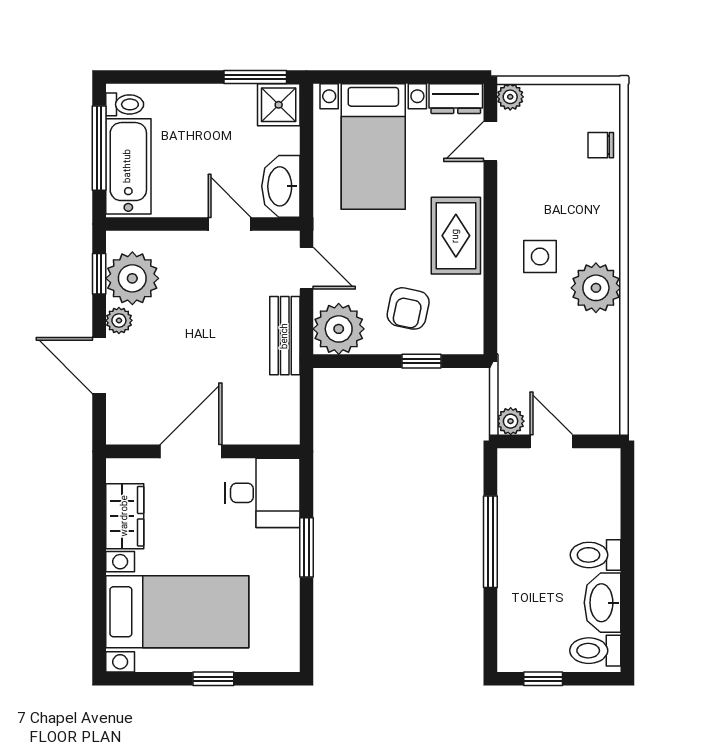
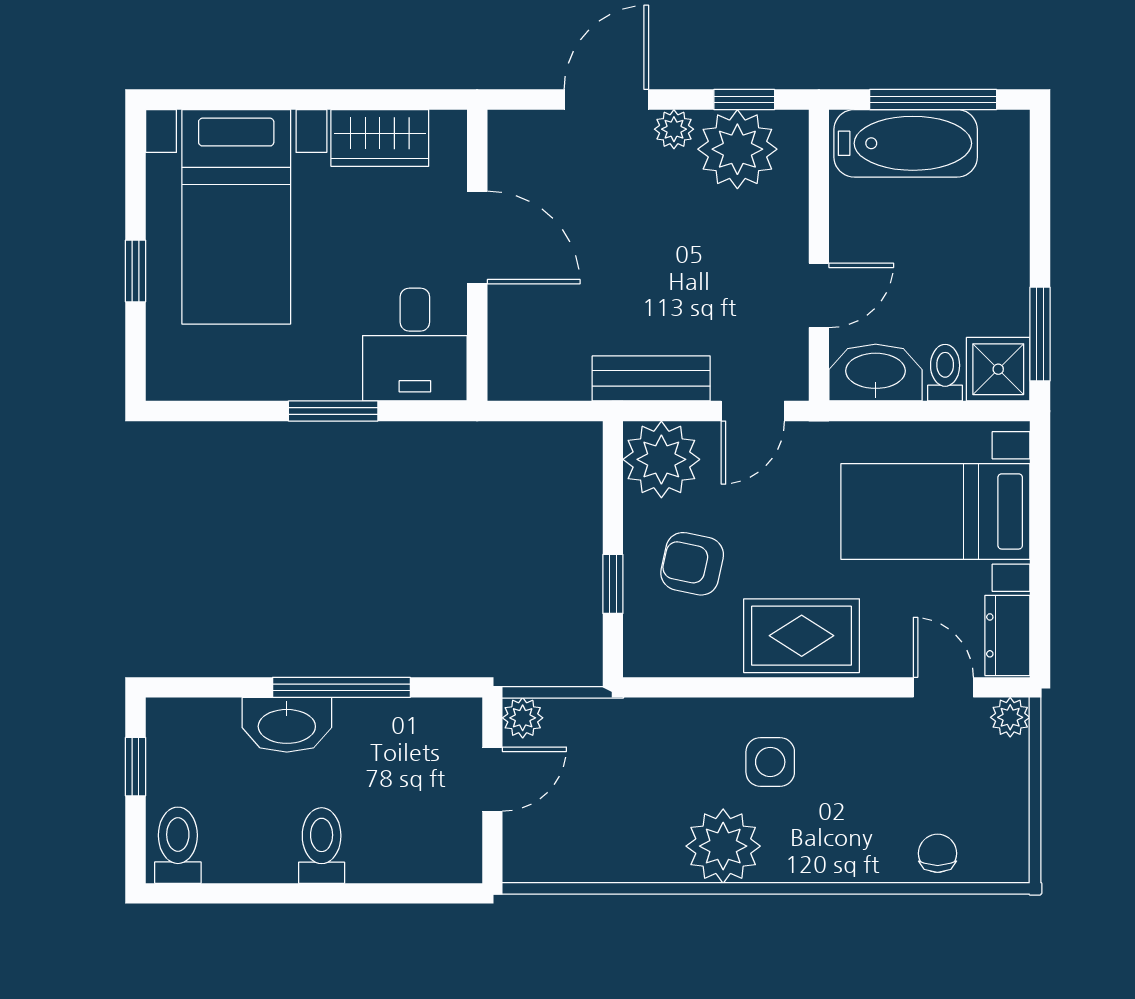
toilet: (125, 104) -> (945, 373), moved, turned 180
washbasin: (603, 603) -> (287, 725), moved, turned 180

